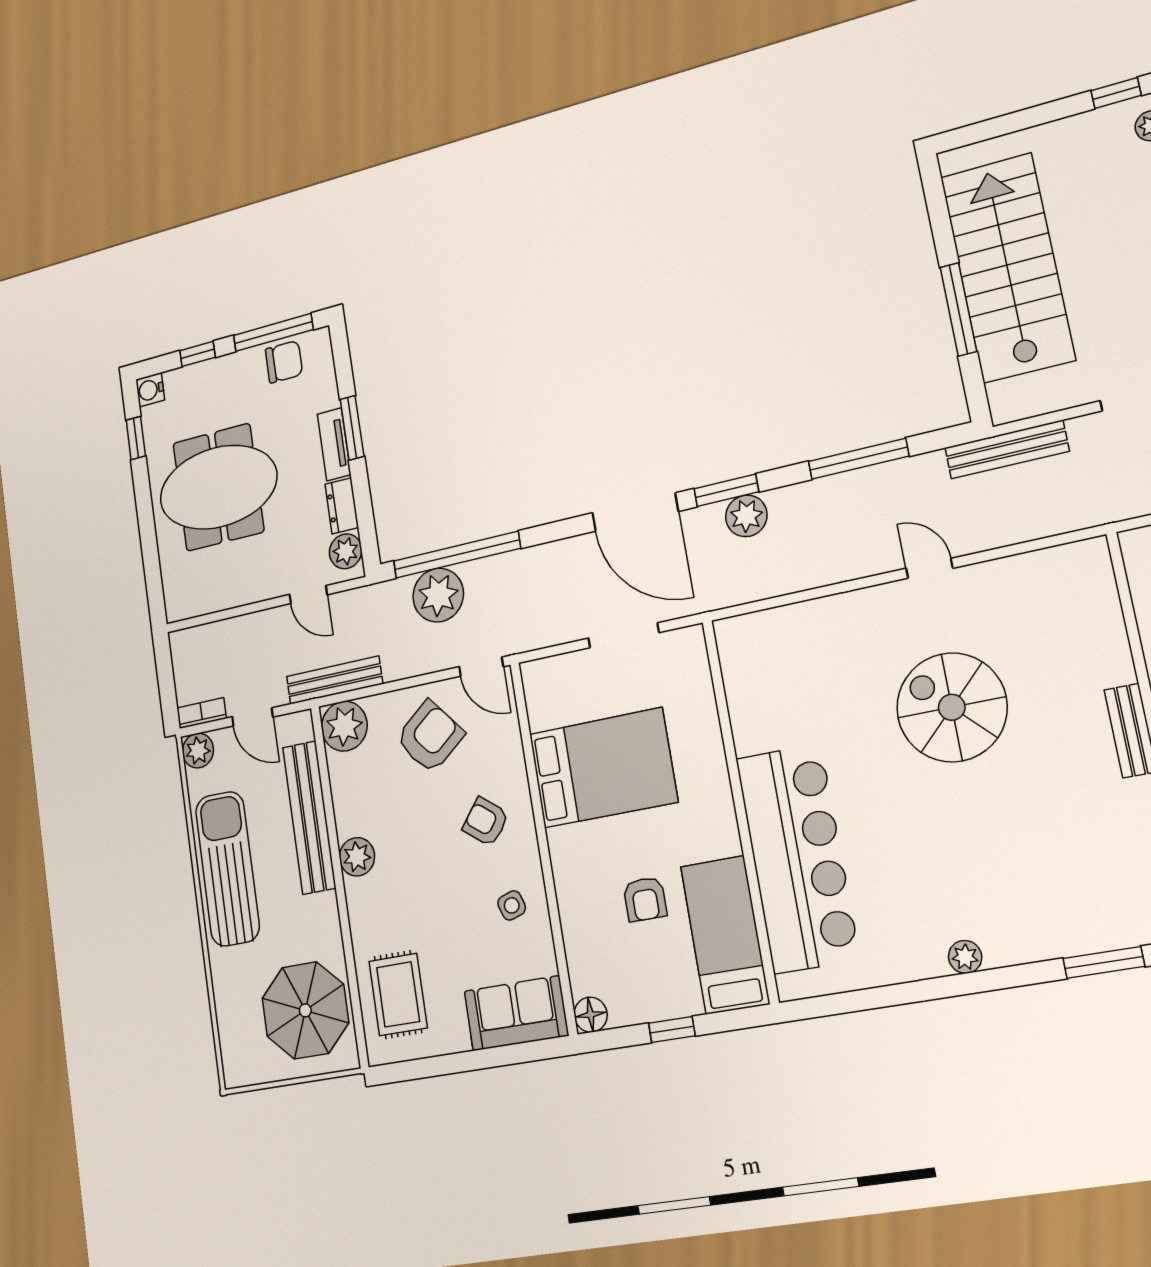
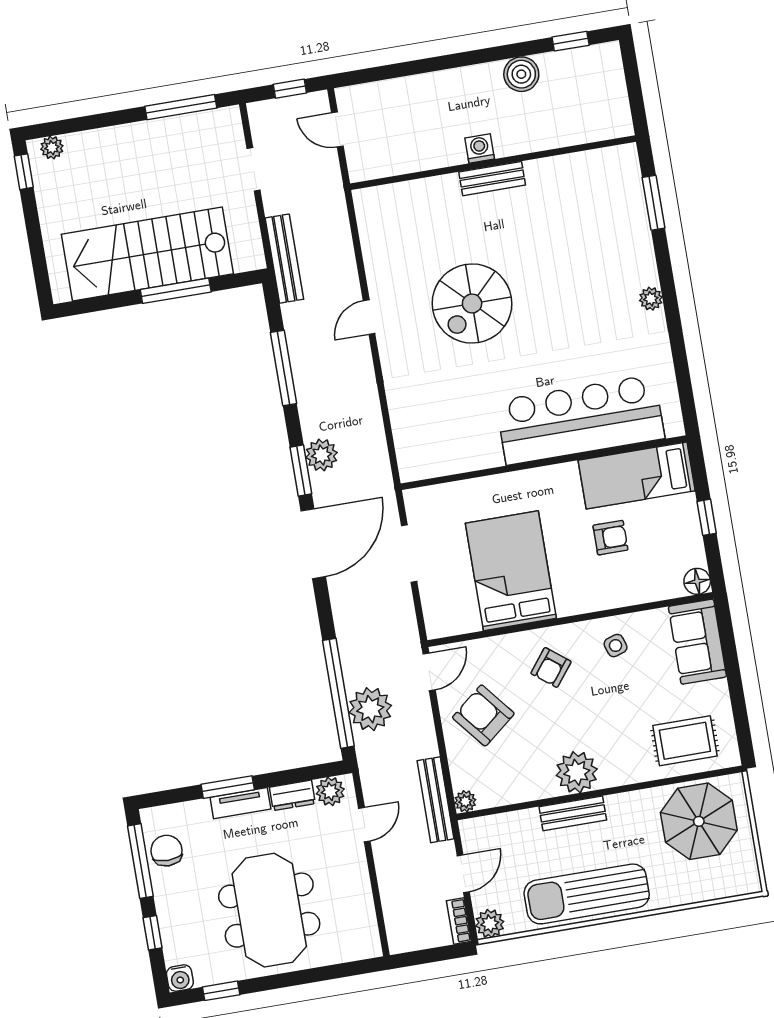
plant: (344, 726) -> (465, 801), width x0.53, depth x0.53
bench: (309, 817) -> (573, 813), width x0.54, depth x0.82
plant: (357, 857) -> (577, 772), width x1.36, depth x1.36

